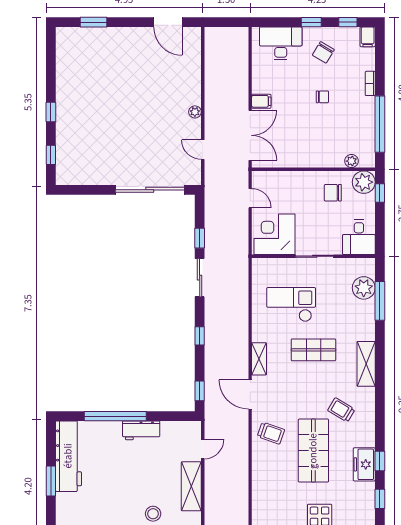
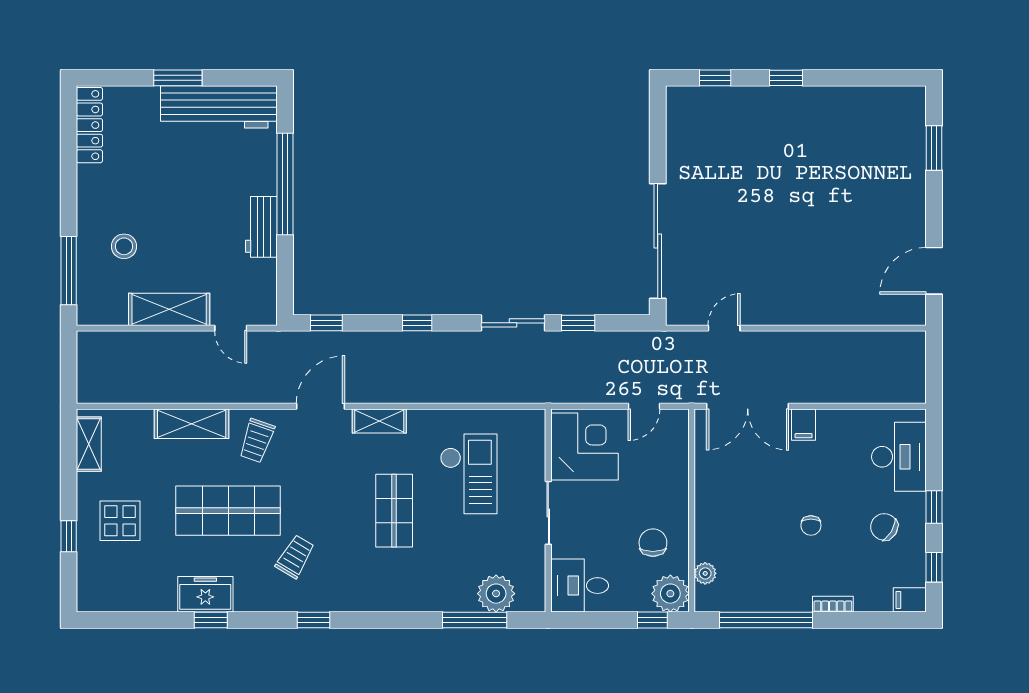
plant: (195, 112) -> (786, 315), removed
shelving: (366, 364) -> (192, 424), moved
window: (380, 499) -> (313, 620), moved

